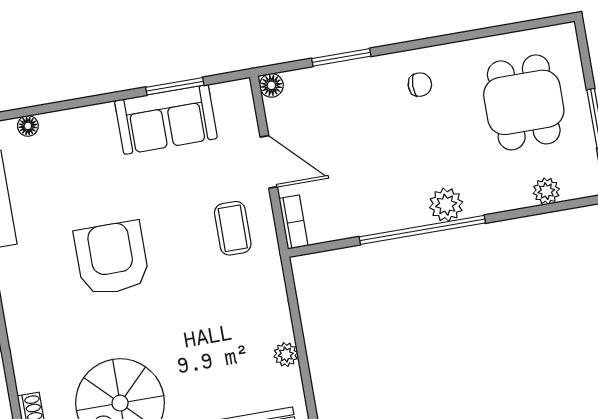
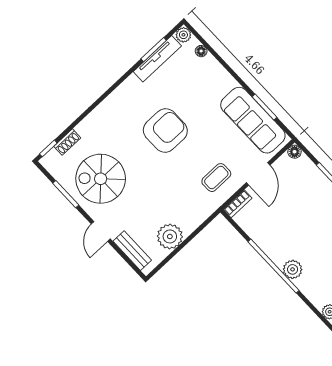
sofa: (166, 119) -> (253, 120), width x1.36
plant: (286, 355) -> (170, 236), width x1.88, depth x1.88

